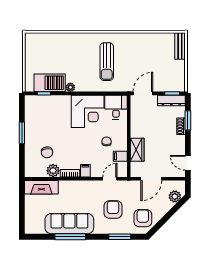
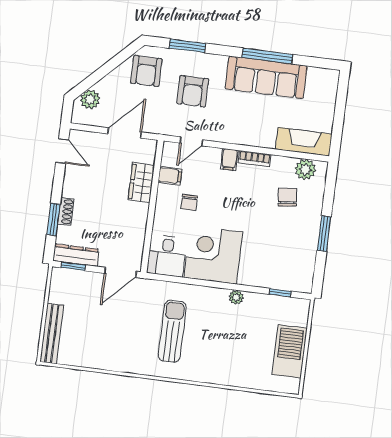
bench: (180, 46) -> (52, 334), width x1.36
barbecue: (50, 83) -> (290, 351), moved, turned 90
plant: (53, 171) -> (305, 169), moved

